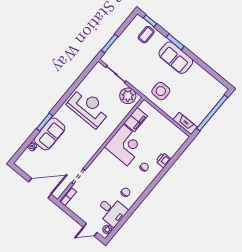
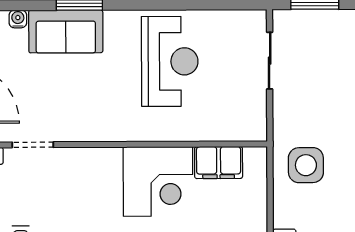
plant: (128, 96) -> (249, 114), removed

